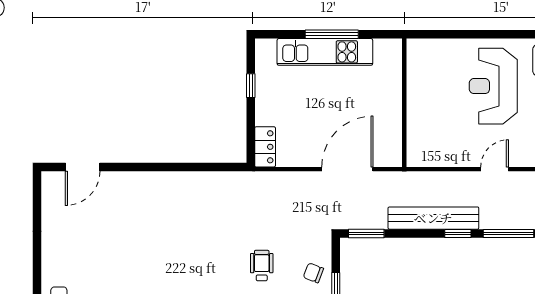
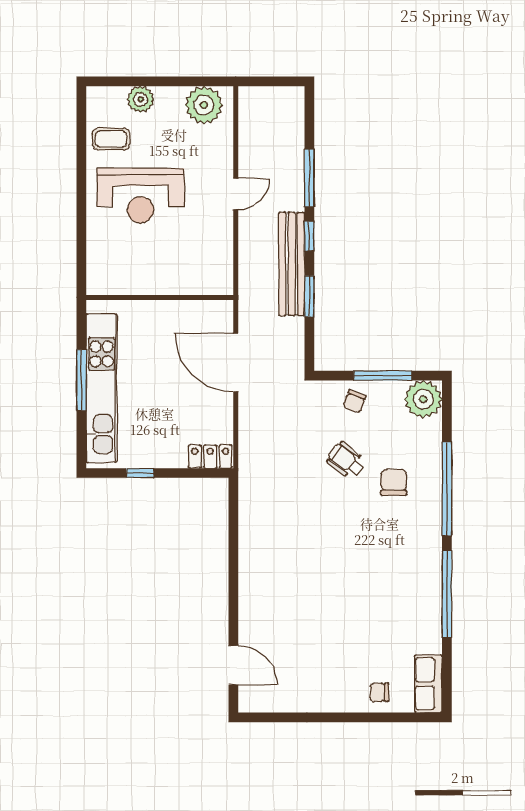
kitchen unit: (325, 52) -> (102, 388), width x1.36
door: (495, 169) -> (236, 194), swing flipped
window: (366, 233) -> (309, 296), moved
wheelchair: (262, 266) -> (346, 460), turned 37

